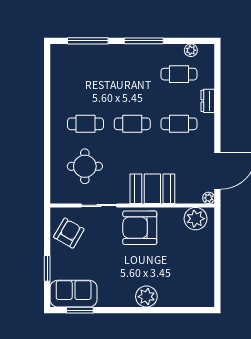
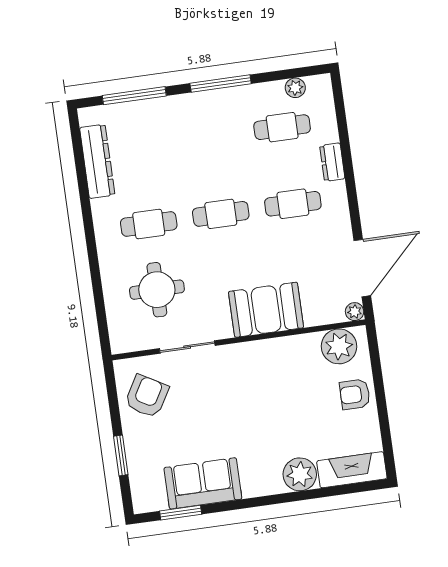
dresser: (58, 79) -> (97, 161), added
armchair: (140, 228) -> (355, 394), moved, width x0.53, depth x0.53
sofa: (74, 294) -> (203, 483), moved
plant: (146, 297) -> (300, 474), moved
fireplace: (193, 298) -> (352, 470), added

